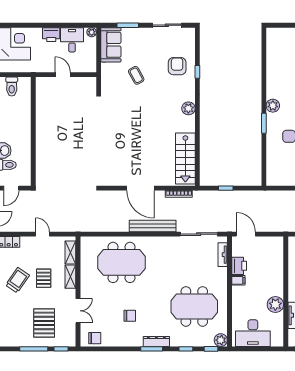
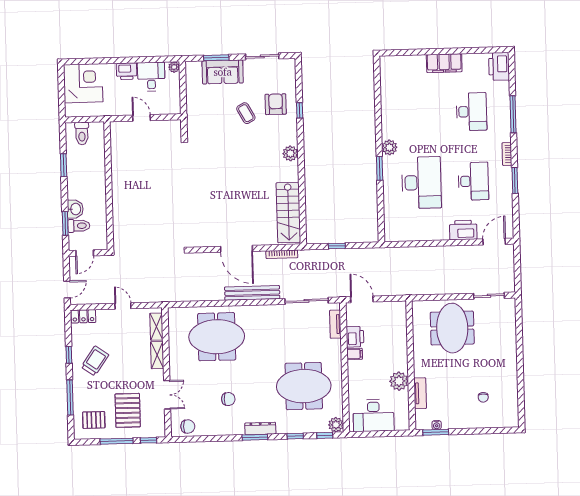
sofa: (111, 45) -> (223, 72), moved, turned 90
coffee table: (136, 75) -> (246, 113), moved
pallet: (44, 278) -> (94, 420), moved, turned 90

